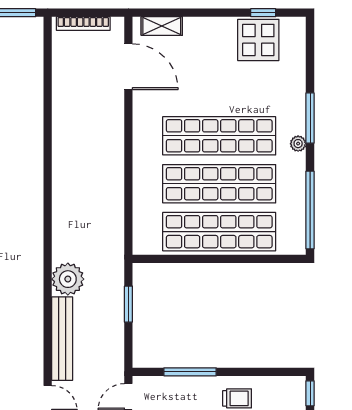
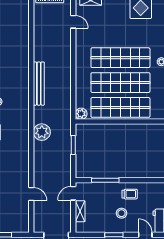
door: (128, 67) -> (73, 22), width x0.53
plant: (144, 244) -> (81, 114), added
bench: (62, 339) -> (39, 84), moved

